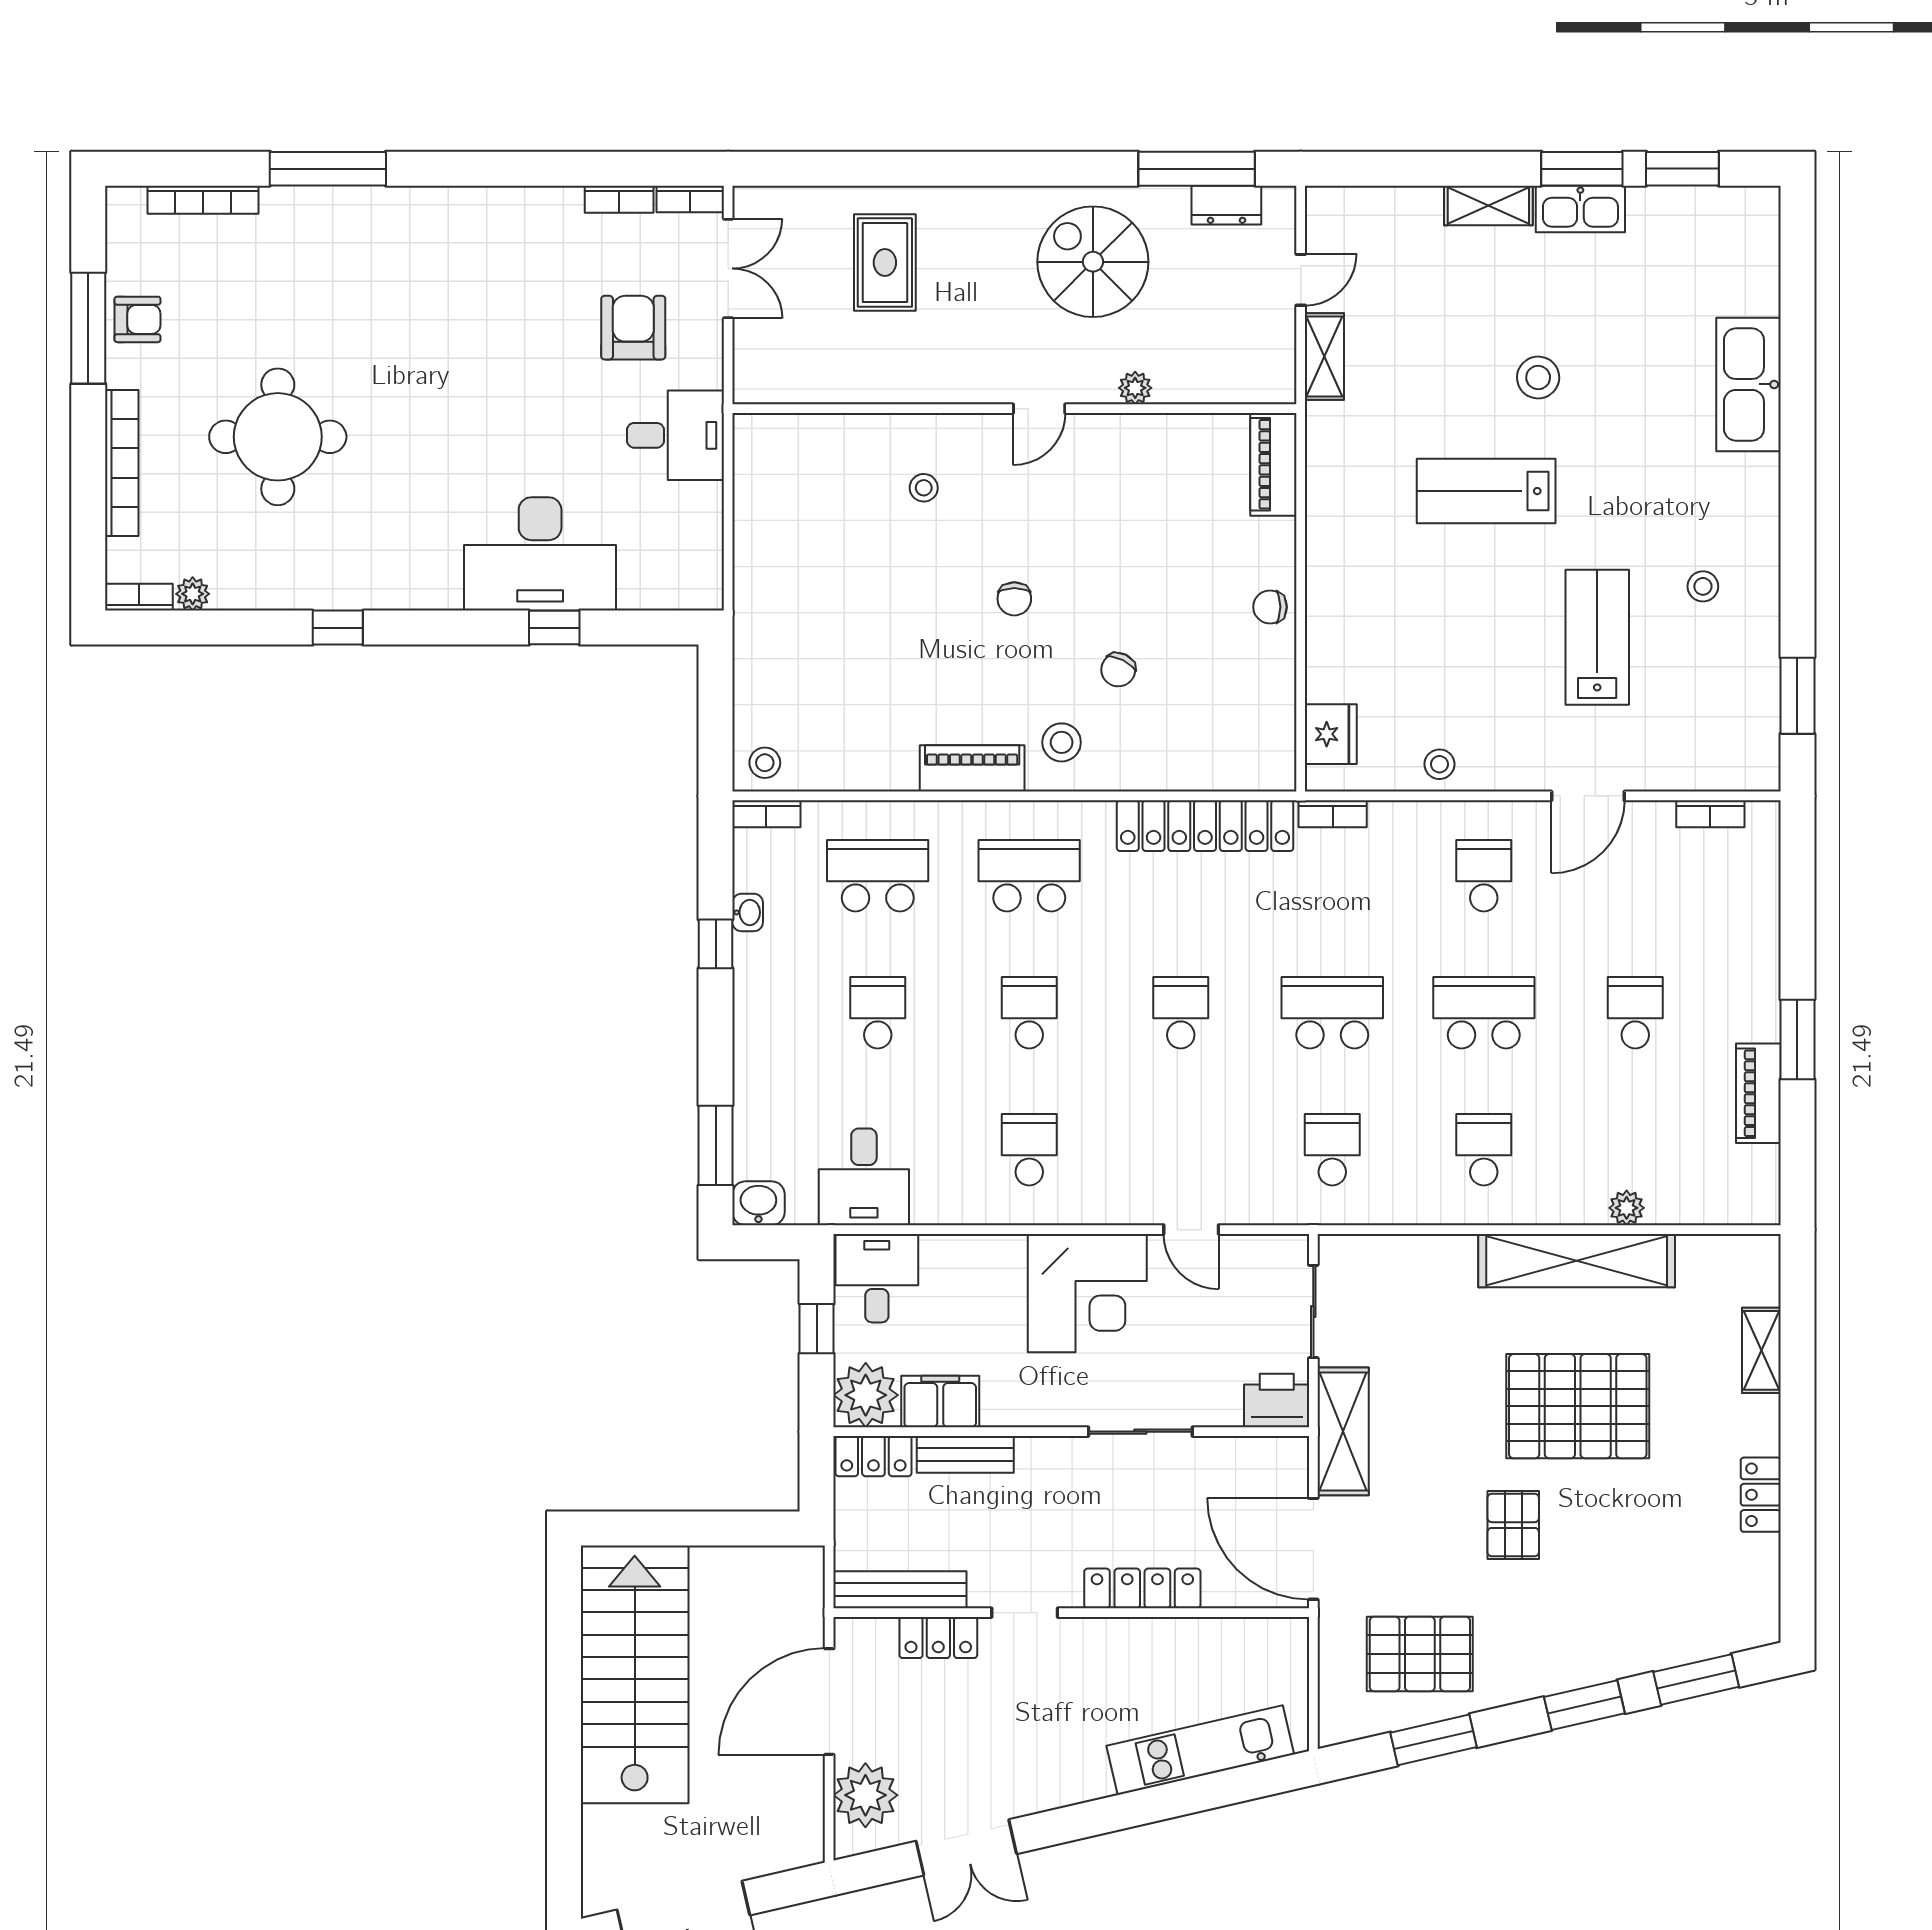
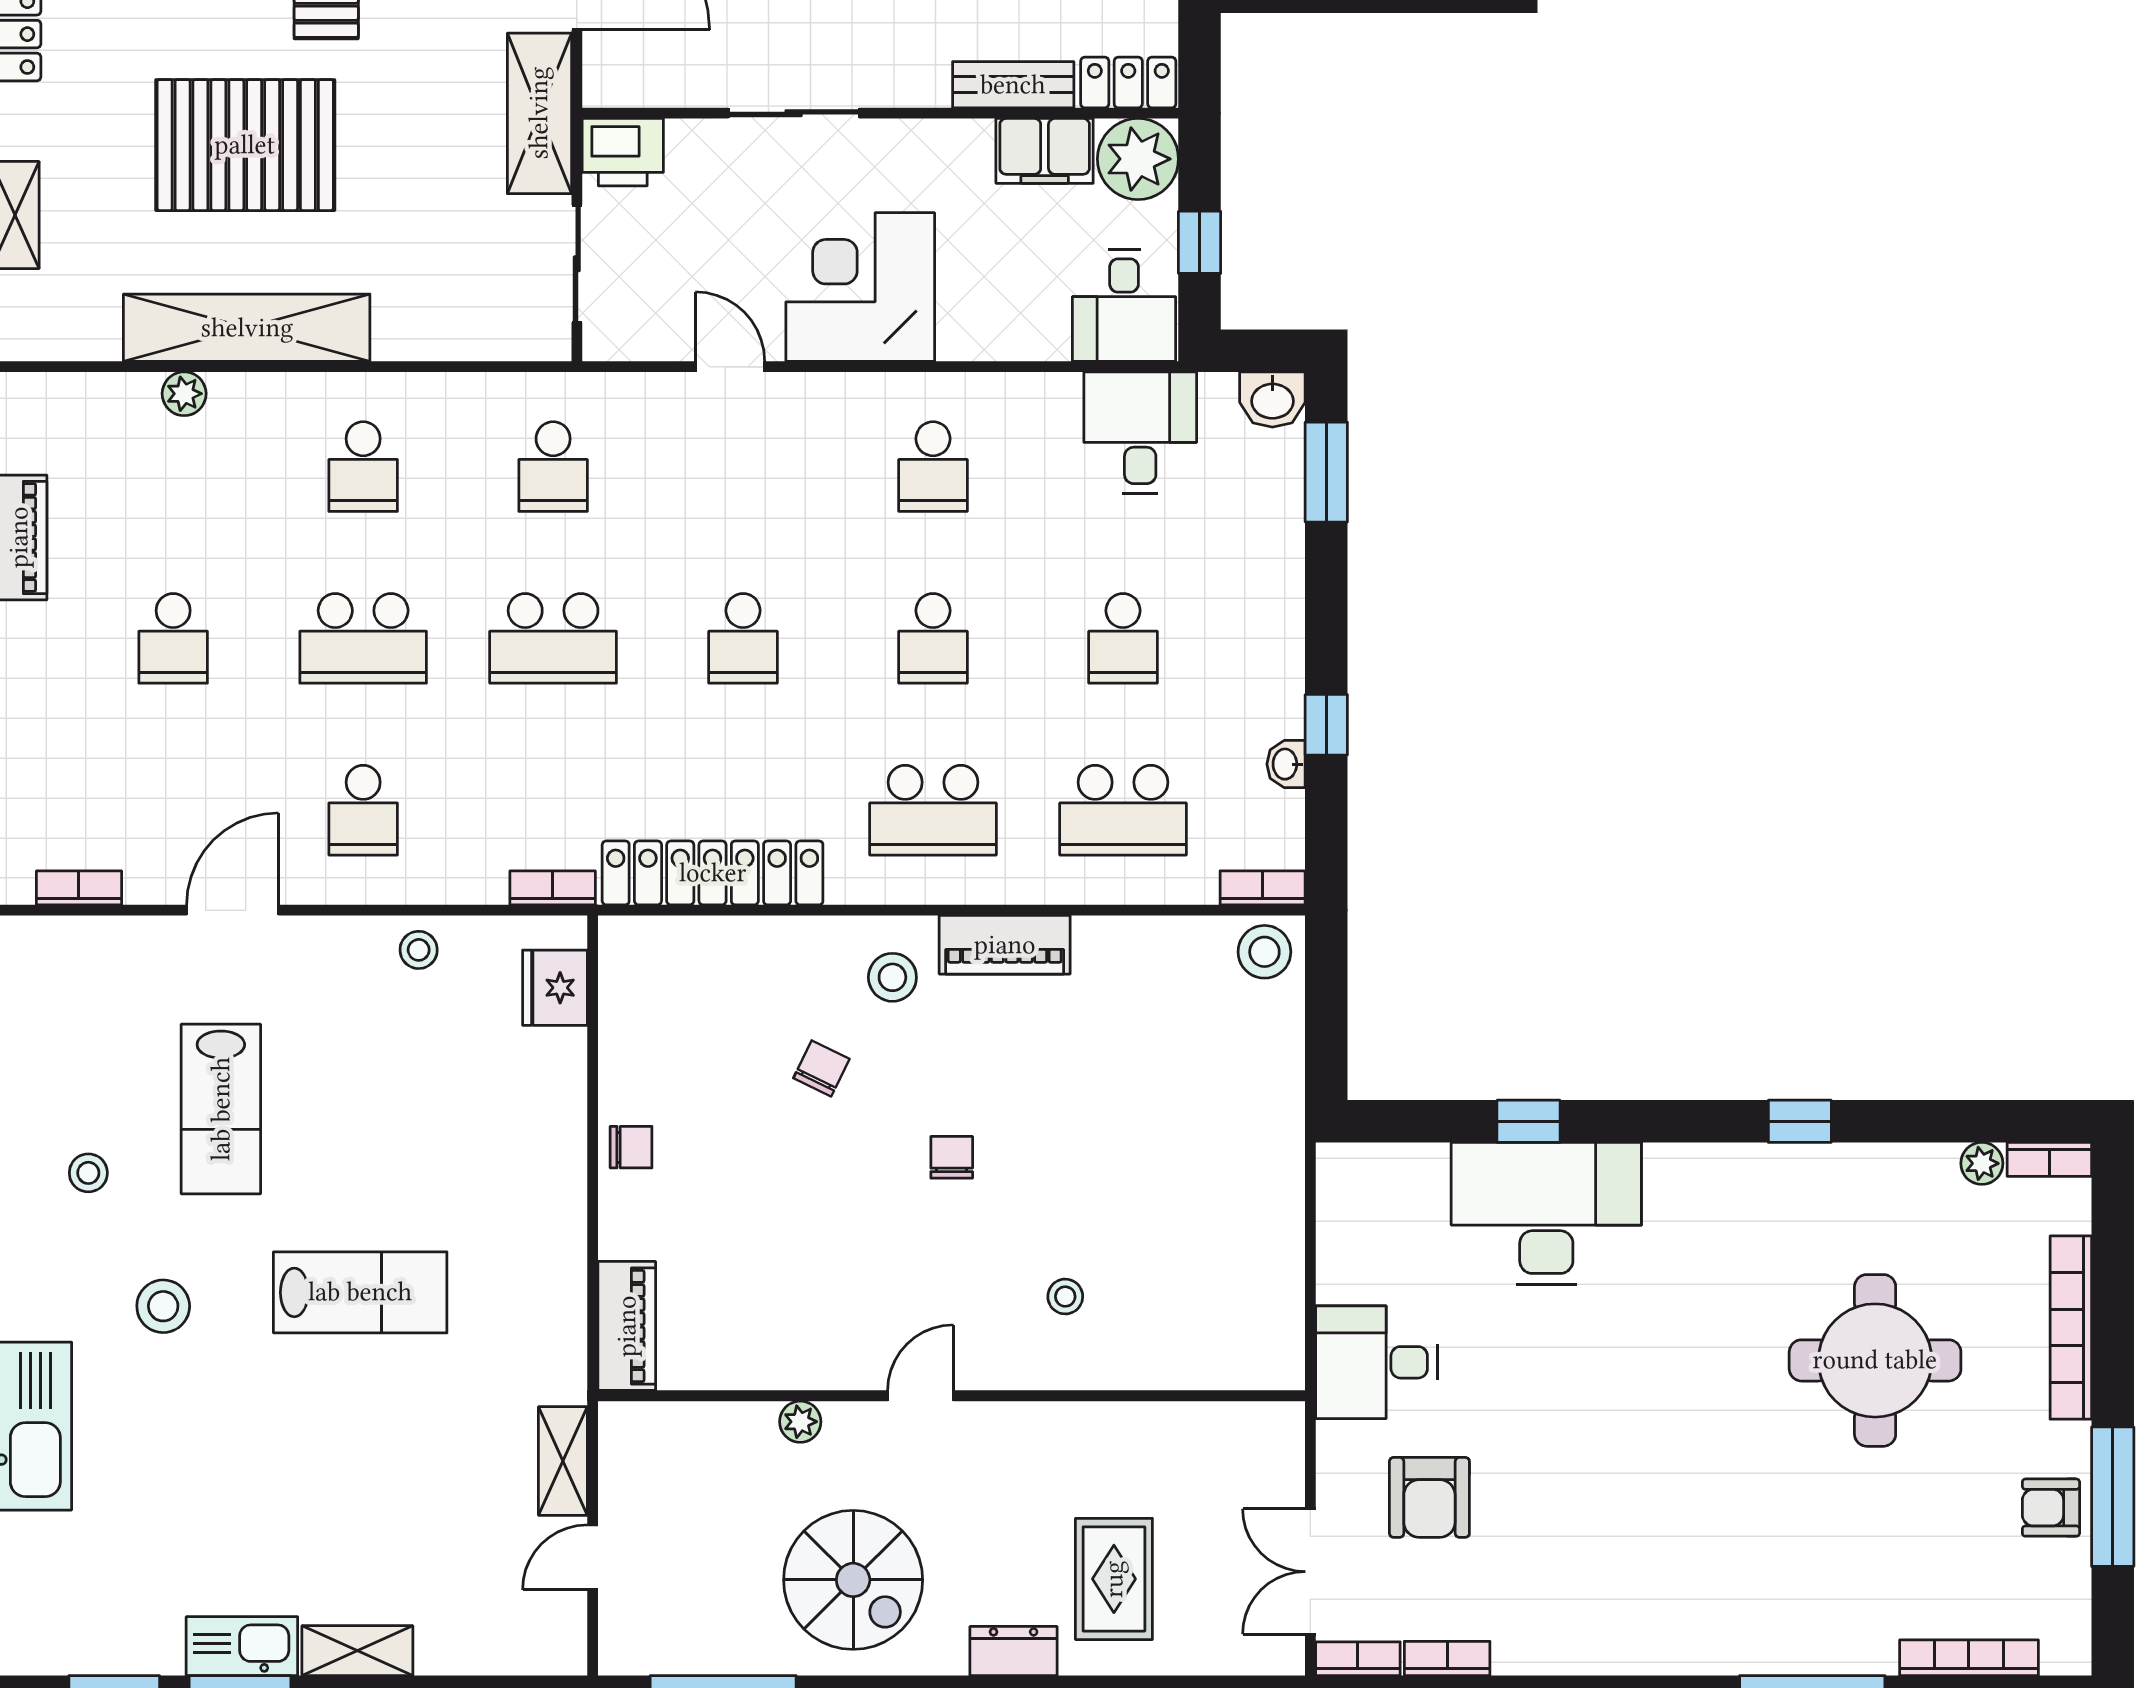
dresser: (1226, 205) -> (1014, 1651), moved
stool: (1538, 378) -> (163, 1306), moved
stool: (765, 763) -> (1264, 952), width x1.37, depth x1.37

